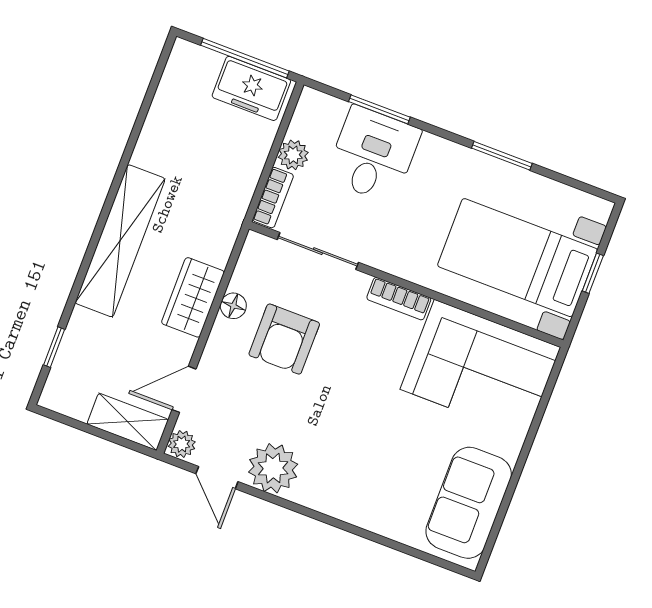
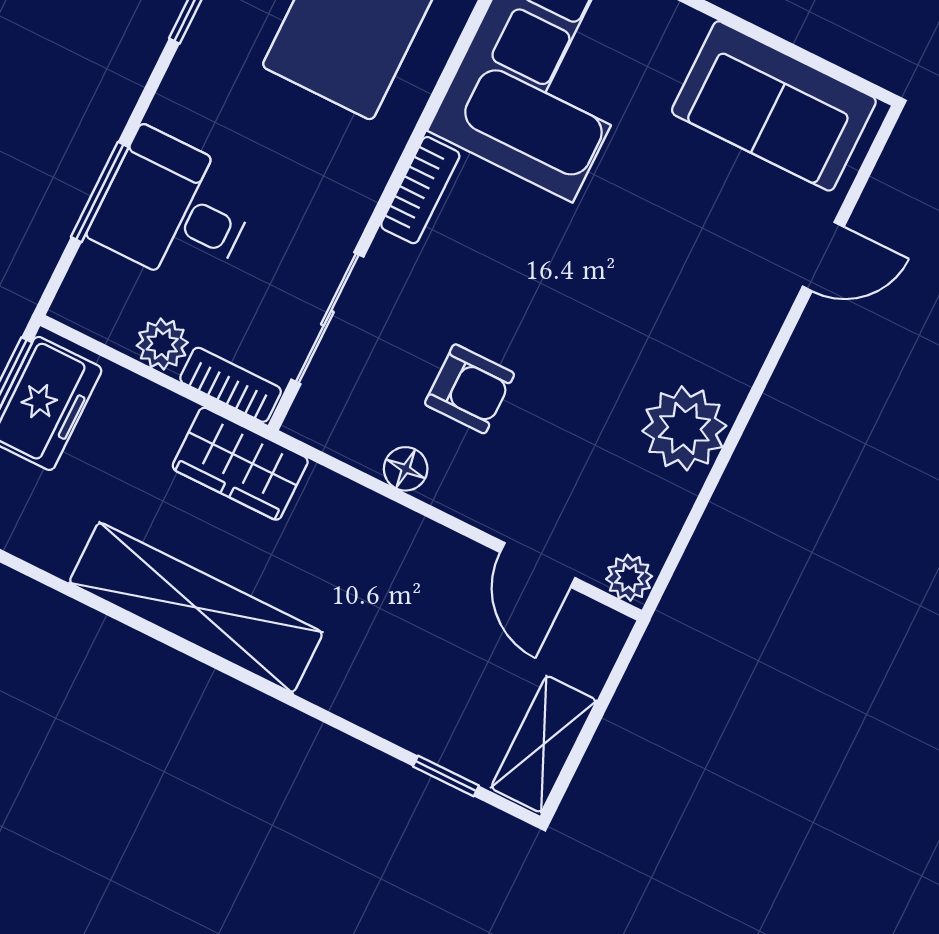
shelving: (120, 241) -> (196, 608), moved
wardrobe: (193, 297) -> (240, 464), moved
armchair: (284, 339) -> (470, 389), width x0.72, depth x0.72
shelving: (128, 422) -> (544, 744), moved
door: (217, 478) -> (823, 257), moved

